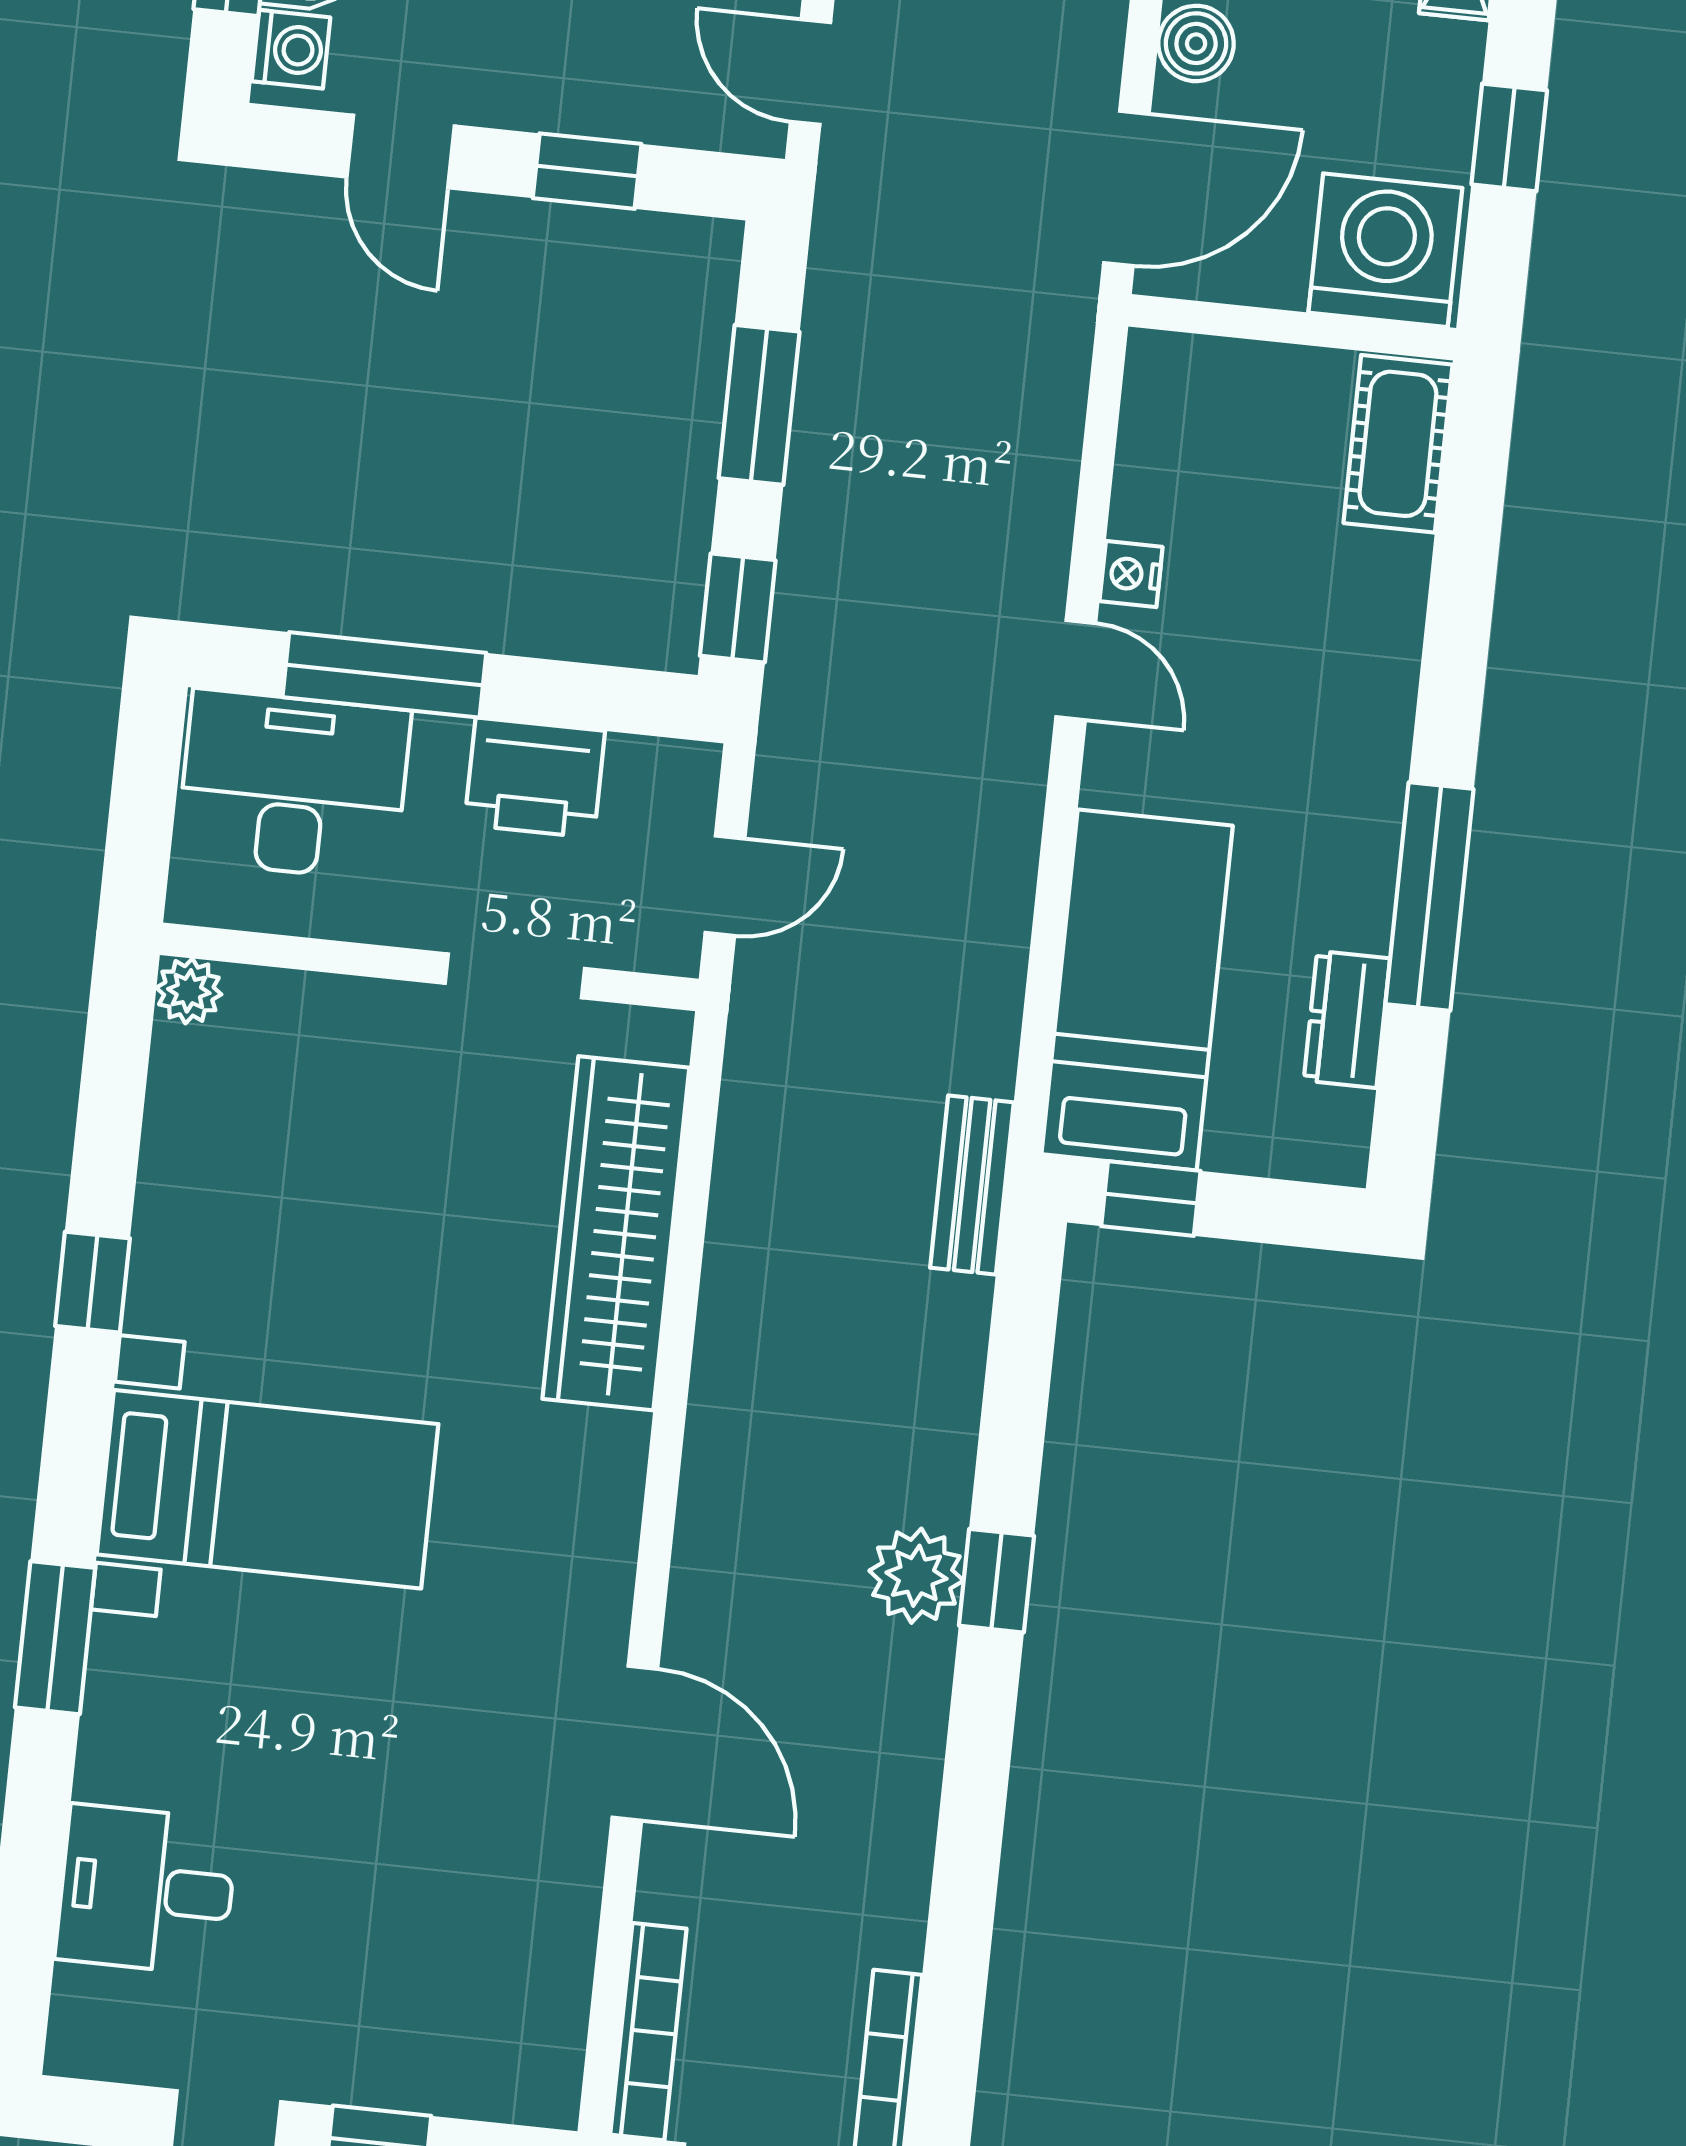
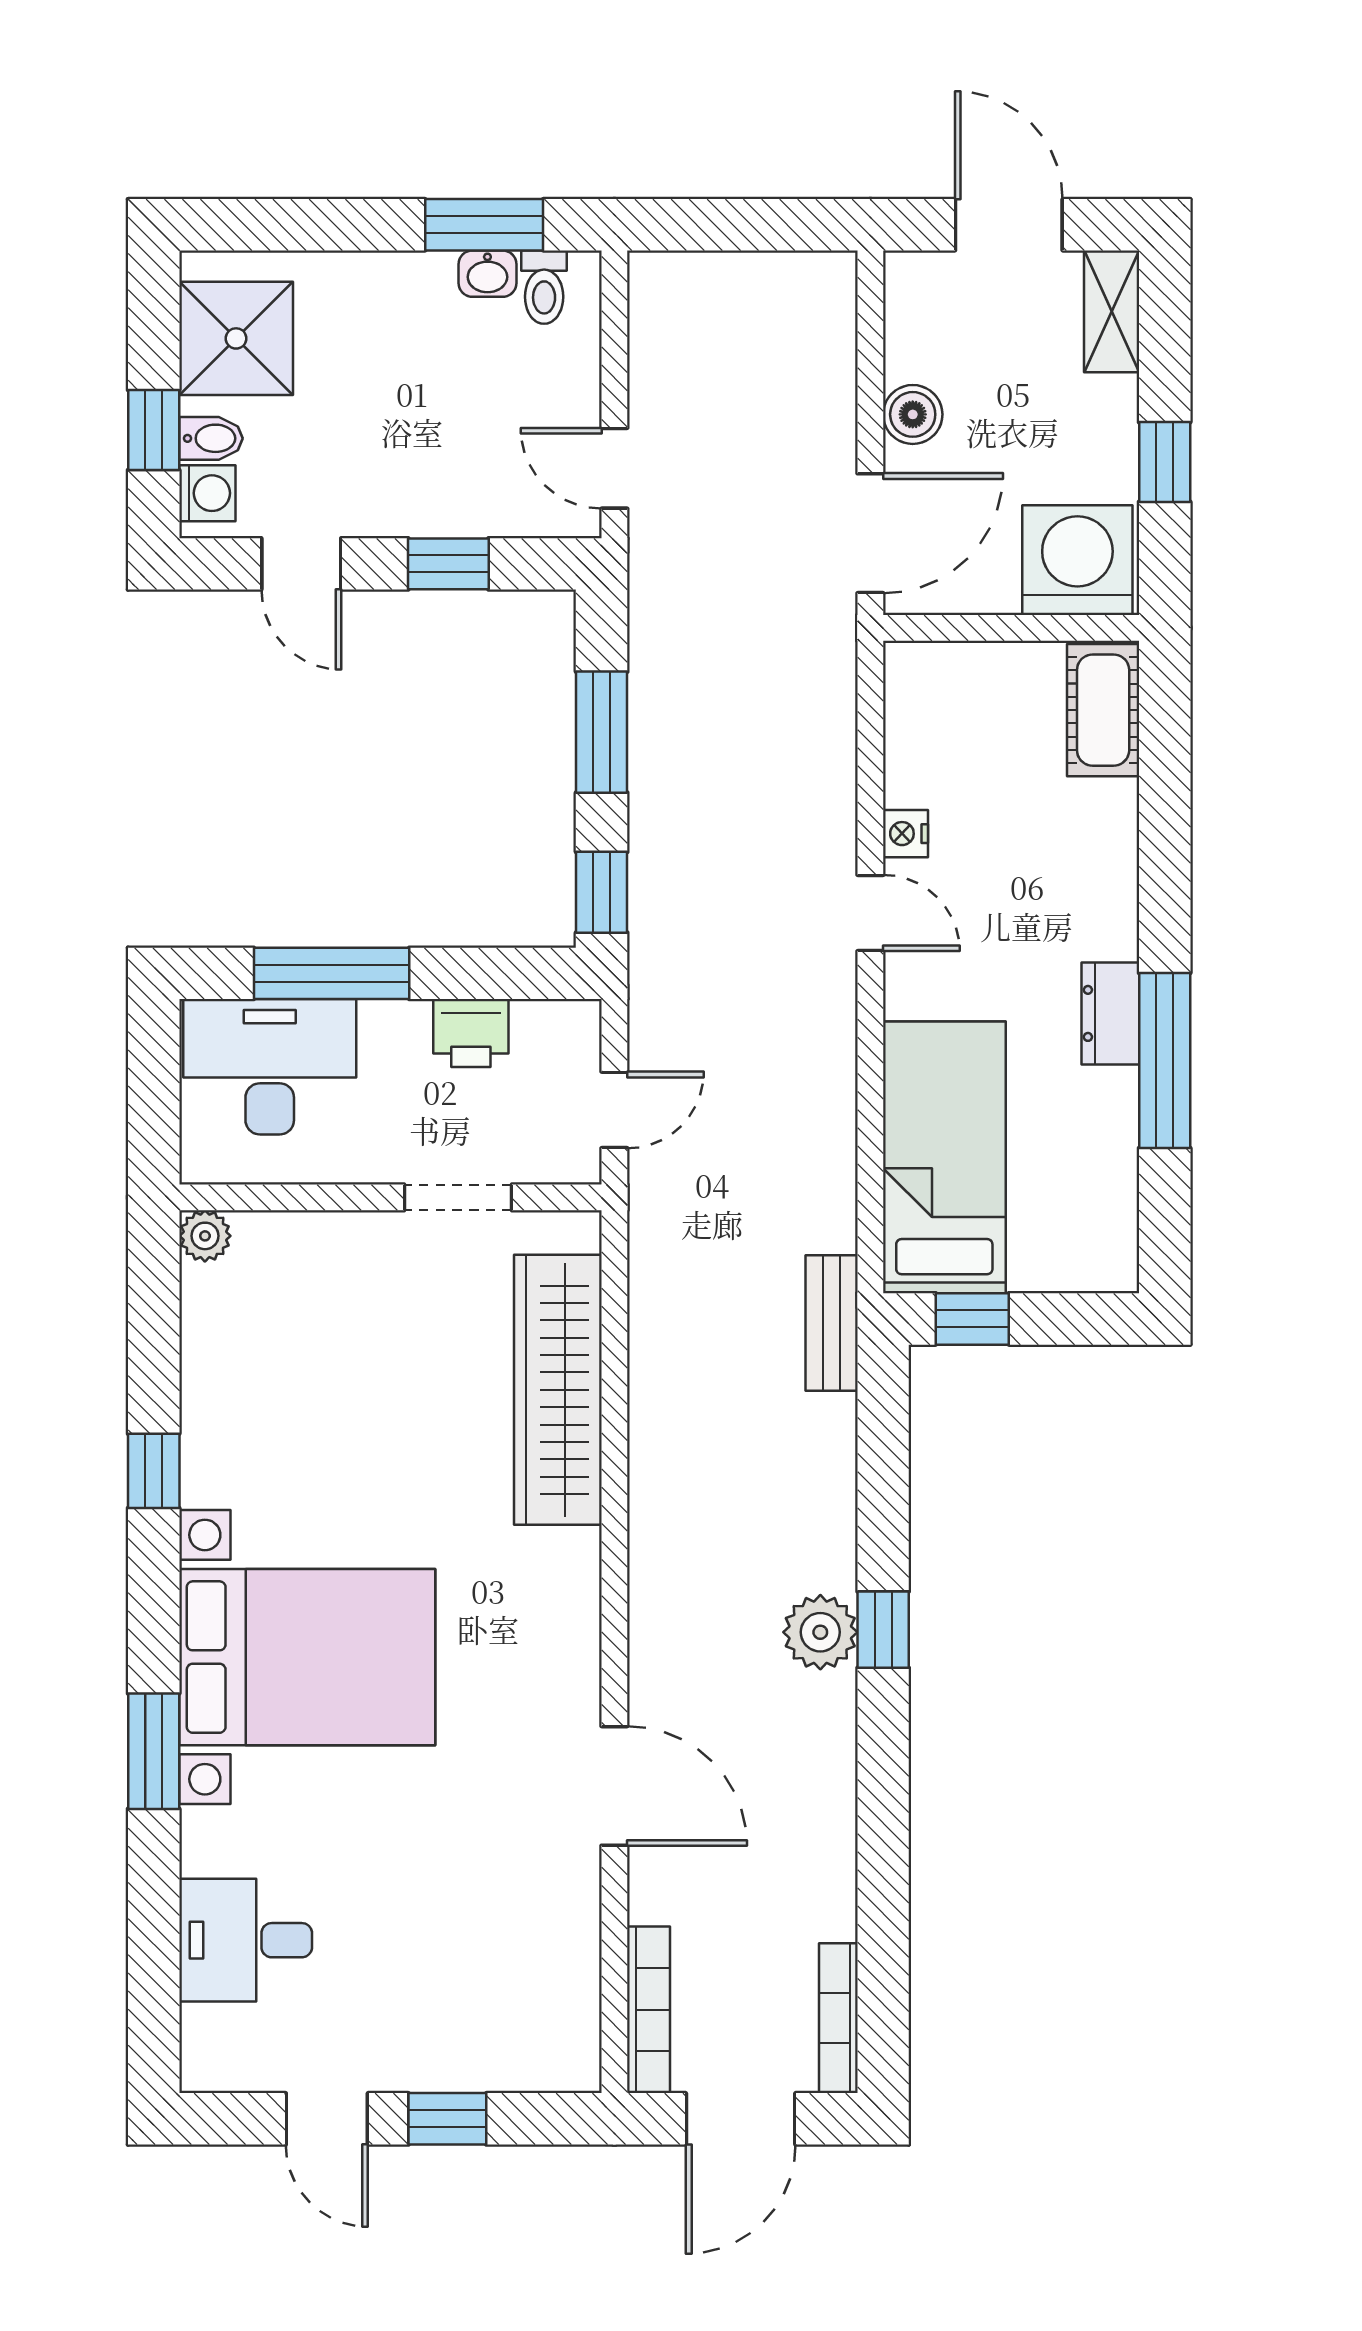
printer: (535, 778) -> (471, 1033), width x0.73, depth x0.81
dresser: (1347, 1019) -> (1110, 1013), moved
bed with nightstands: (268, 1489) -> (307, 1657), width x1.36

